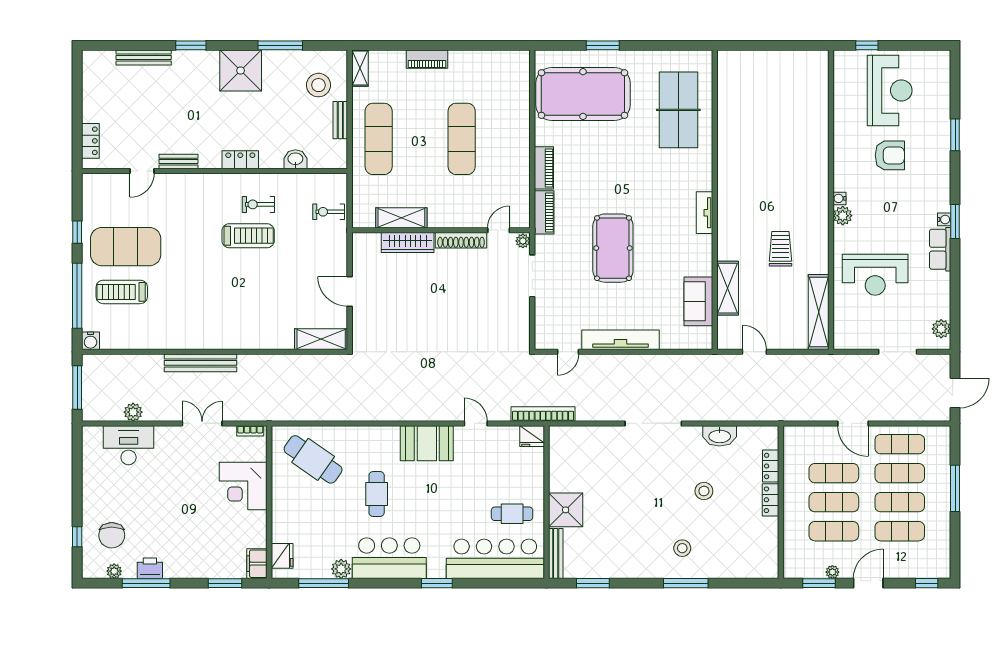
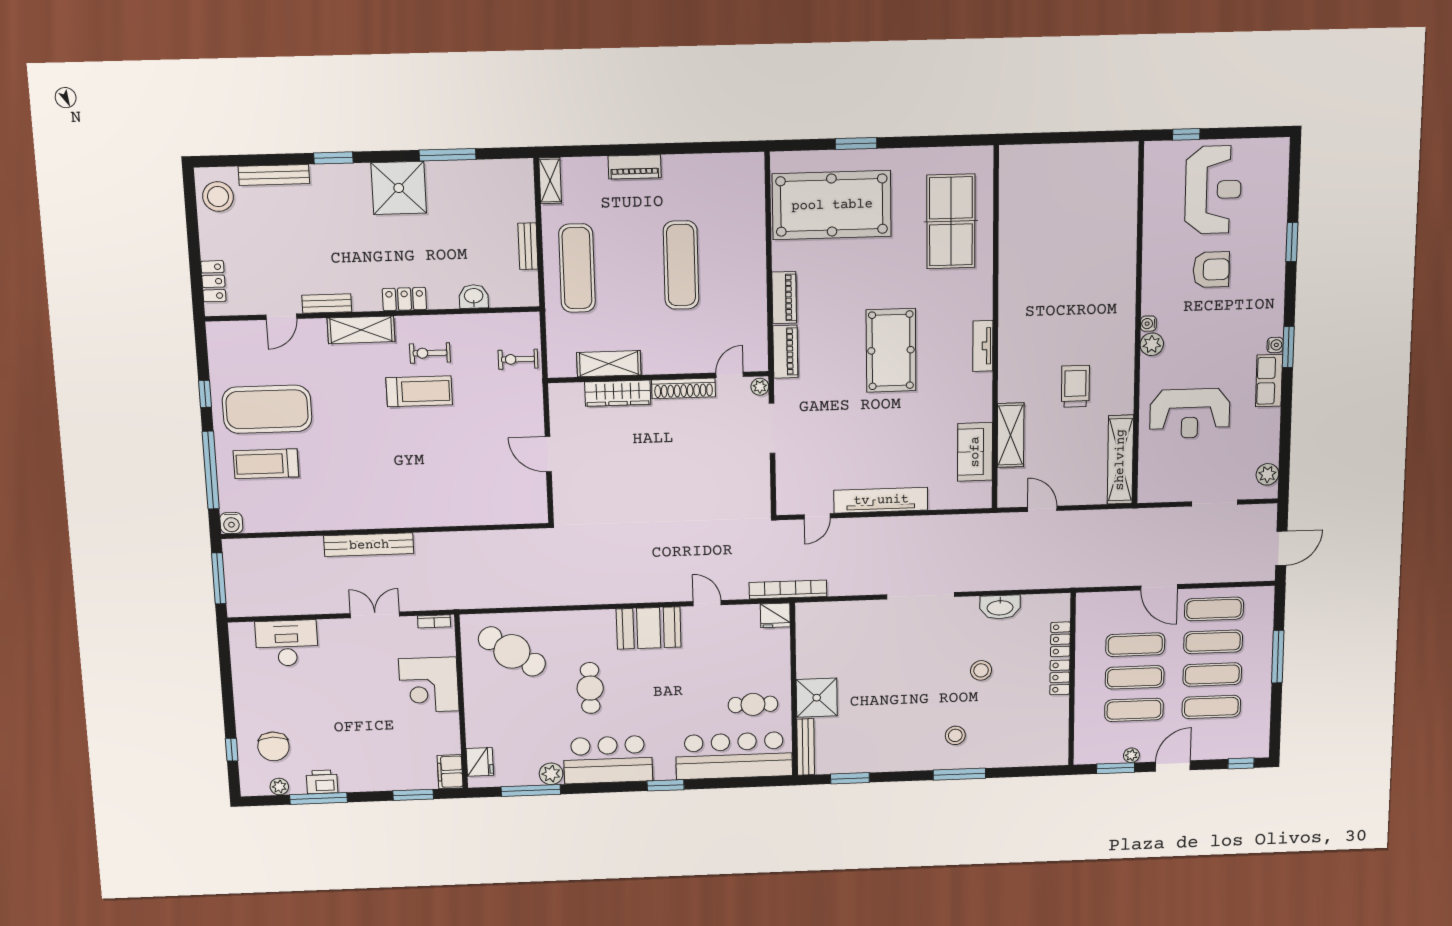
stool: (319, 85) -> (218, 197), moved
pool table: (613, 248) -> (891, 350), moved
shelving: (321, 339) -> (361, 330), moved
plant: (133, 412) -> (290, 605), removed

